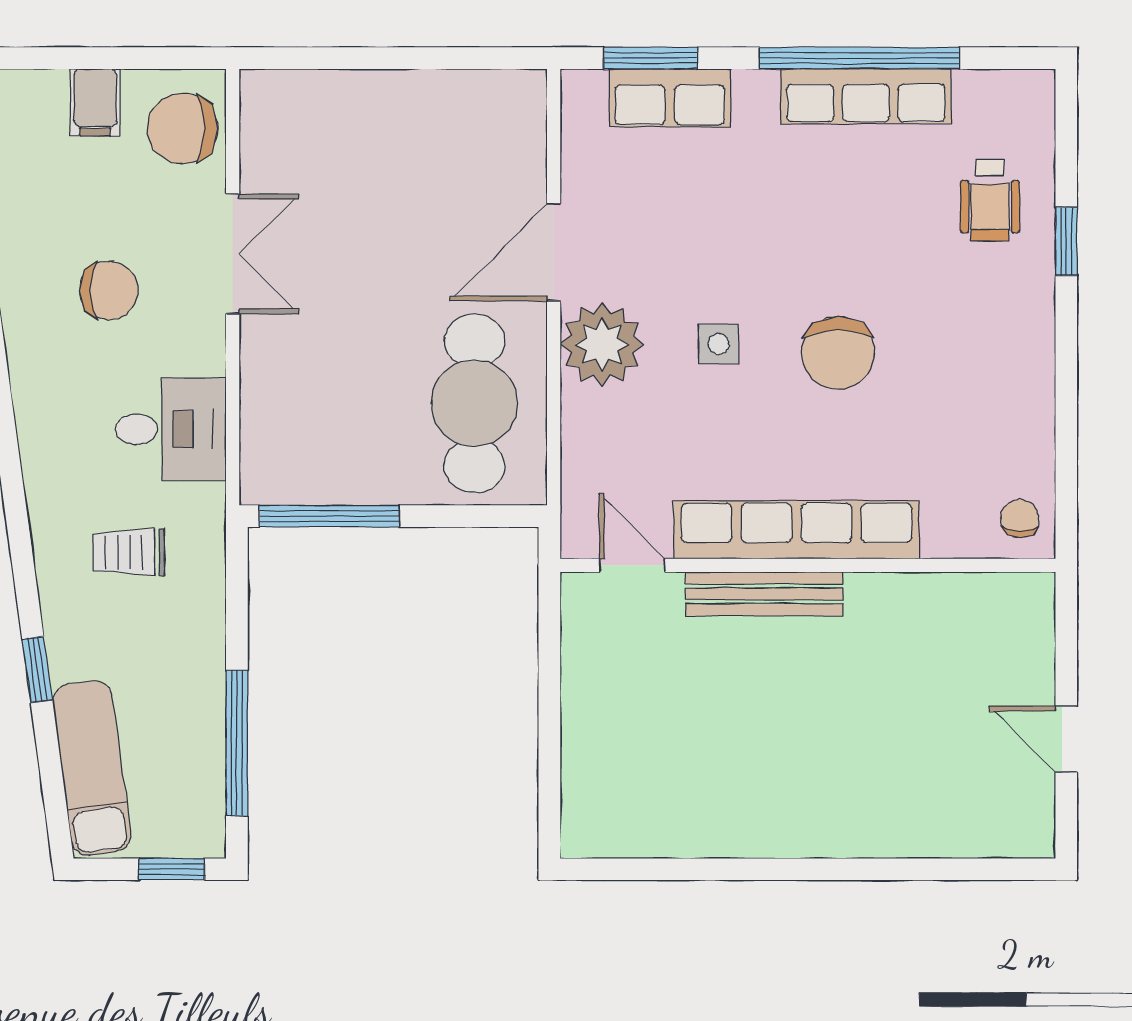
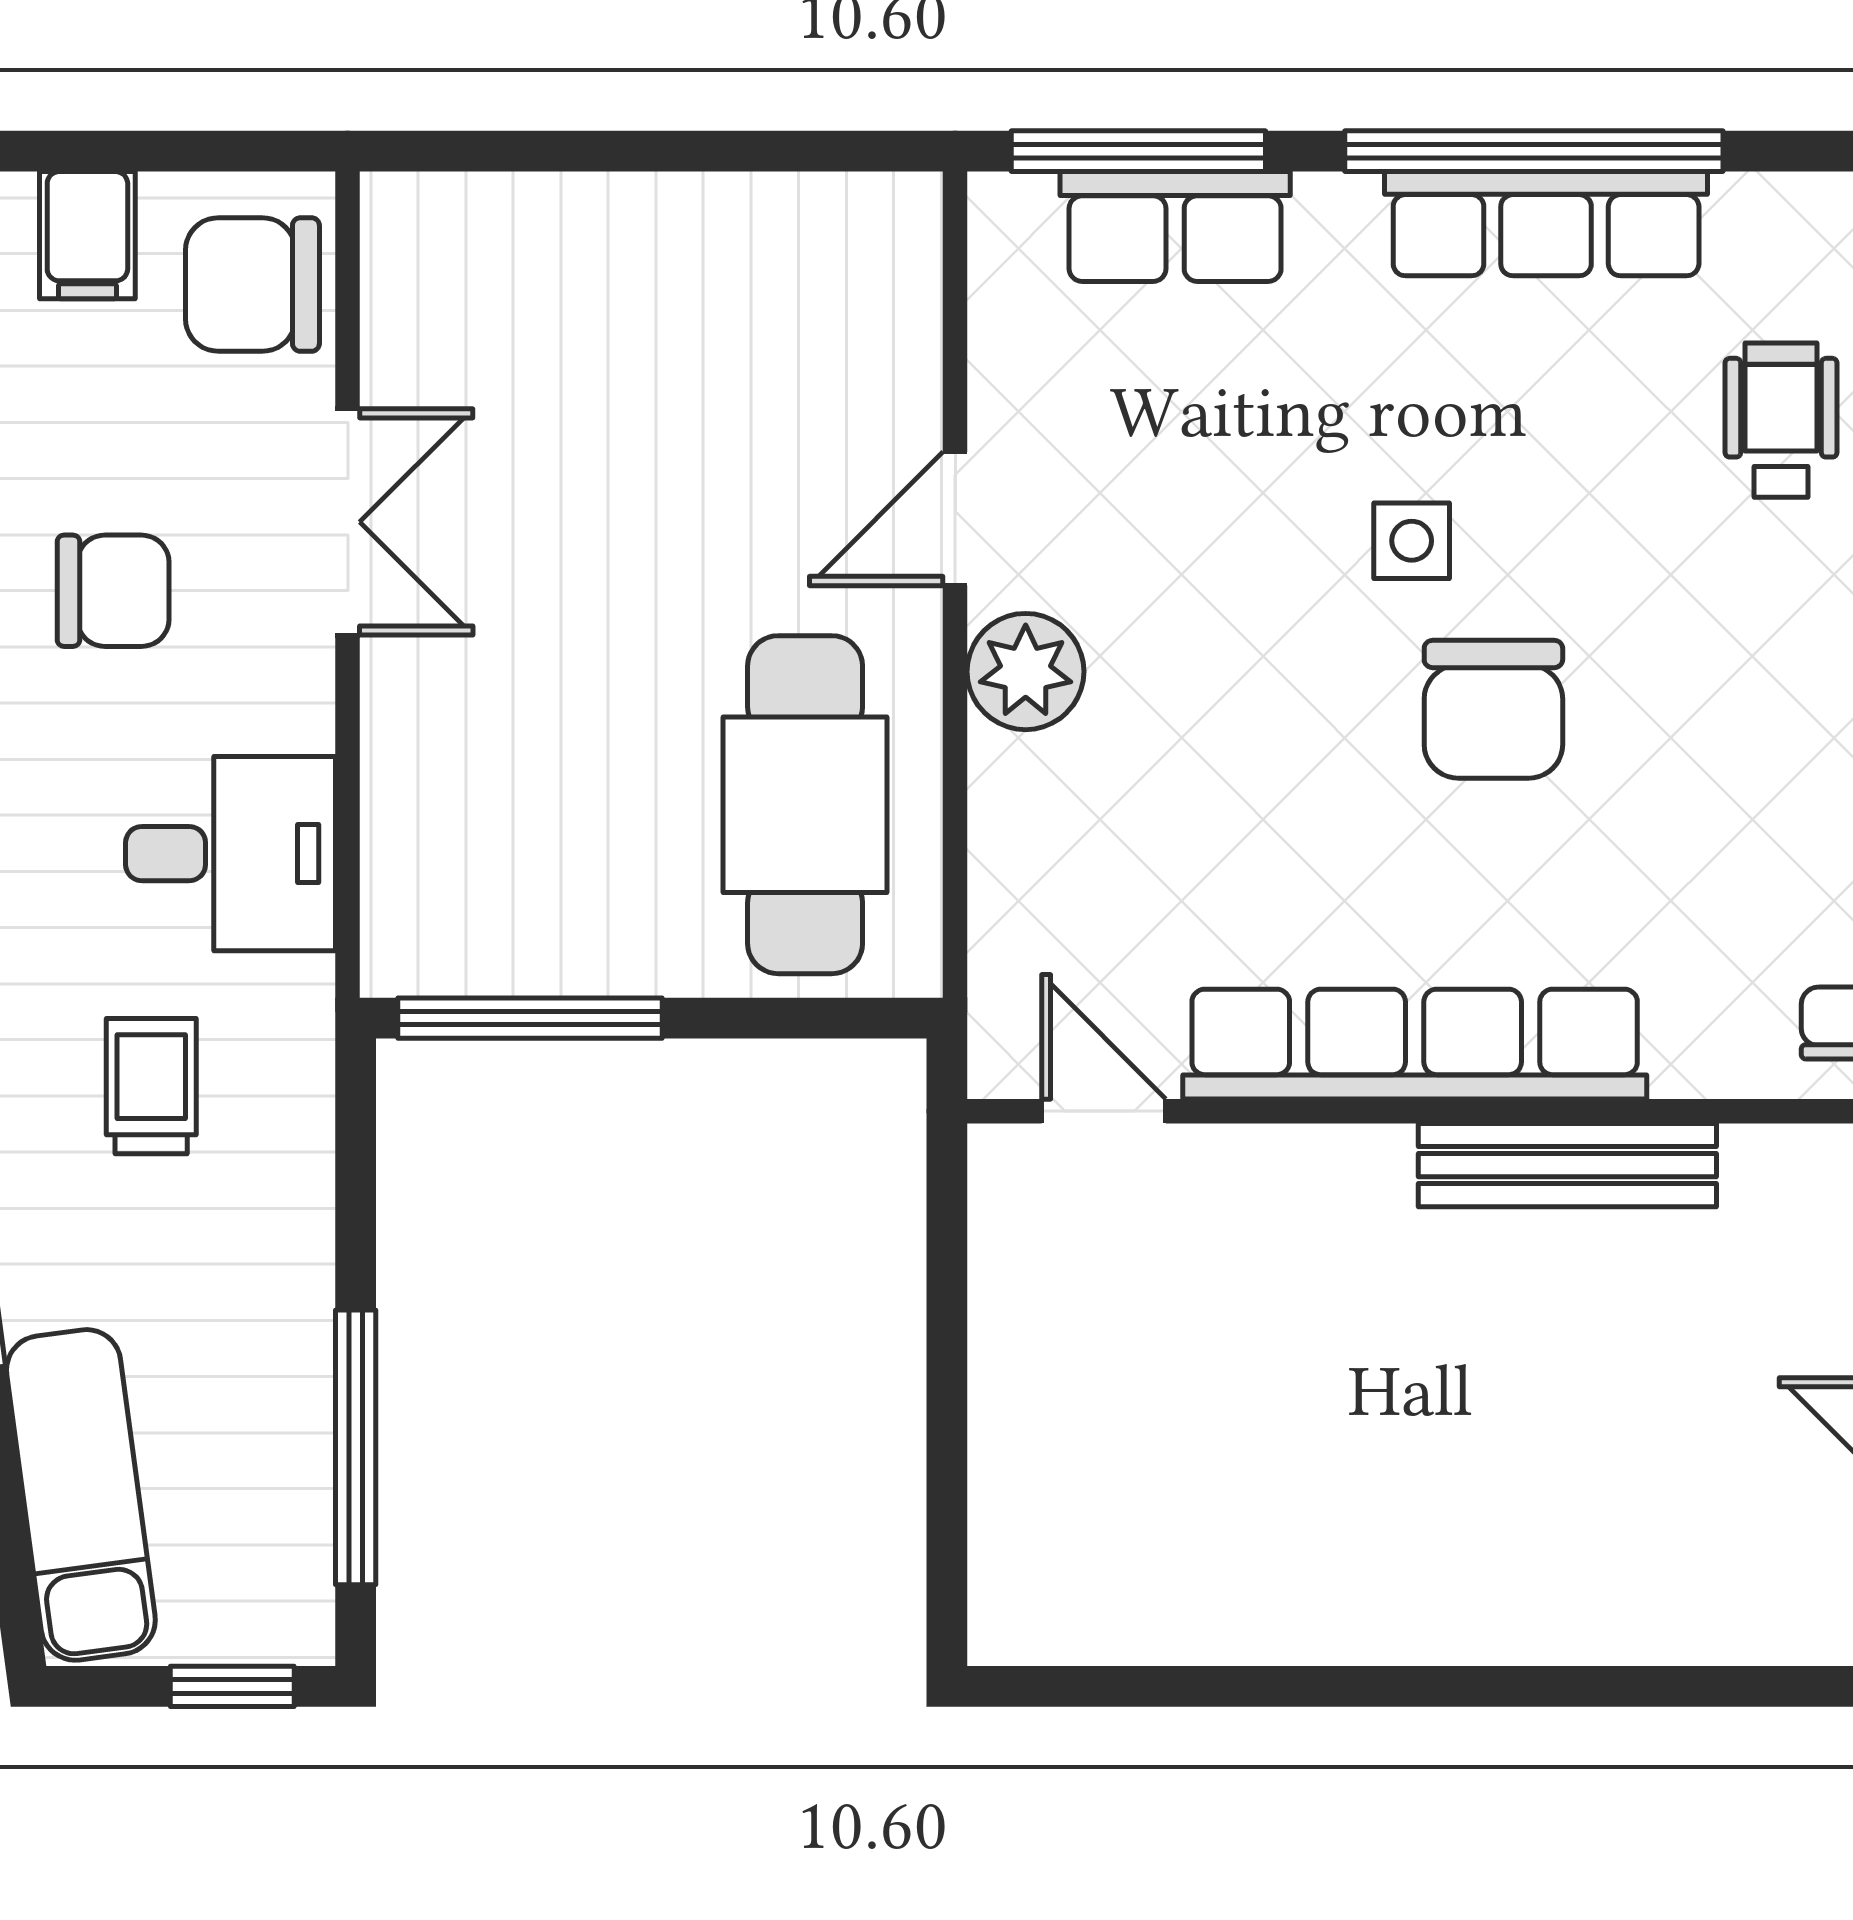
window: (650, 58) -> (1138, 151), width x1.44
wheelchair: (990, 200) -> (1781, 420), turned 180
door: (554, 252) -> (955, 519), width x0.73
plant: (602, 344) -> (1026, 672), width x0.73, depth x0.73
side table: (719, 344) -> (1412, 541), moved
trolley: (129, 552) -> (151, 1086), turned 90
bench: (764, 594) -> (1567, 1165), moved

